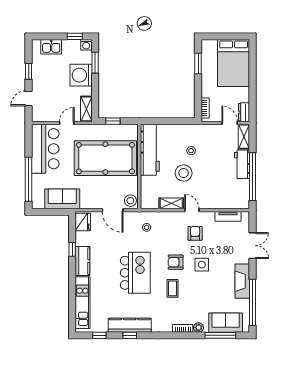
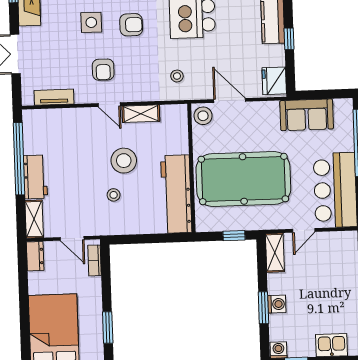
window: (95, 63) -> (263, 308), moved
washing machine: (81, 75) -> (277, 304), width x0.53, depth x0.53
door: (230, 123) -> (72, 238), moved

